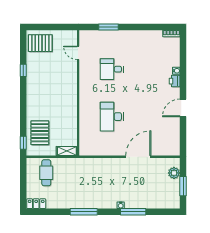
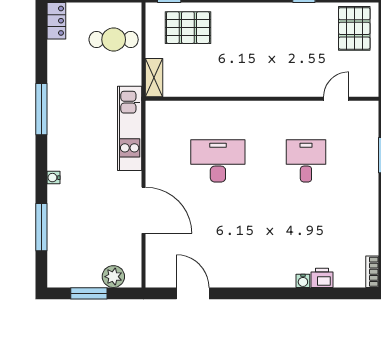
printer: (175, 81) -> (322, 278), moved
door: (183, 108) -> (193, 293), moved
kitchen unit: (94, 164) -> (130, 128), added
window: (133, 212) -> (41, 227), moved

